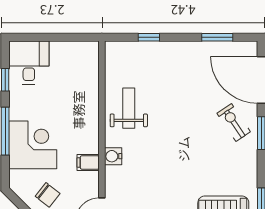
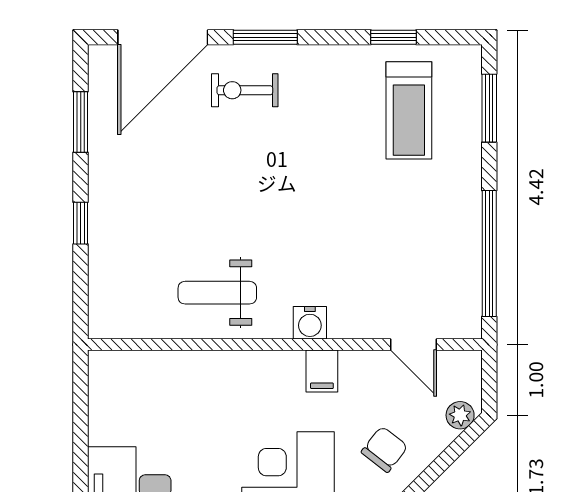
window: (149, 37) -> (81, 223), moved
exercise bike: (234, 122) -> (245, 90), turned 34

